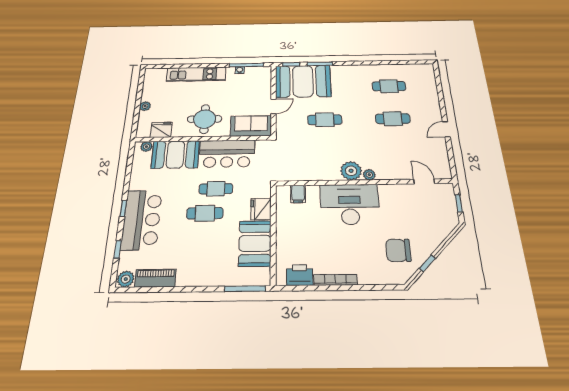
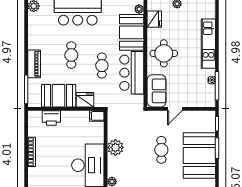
booth: (303, 81) -> (199, 156), moved
door: (274, 106) -> (175, 109), hinge flipped
plant: (351, 171) -> (115, 147), moved
filing cabinet: (298, 194) -> (97, 116), moved
cafe table: (205, 213) -> (71, 55), moved
printer: (300, 275) -> (51, 118), moved, turned 90
piano: (155, 278) -> (34, 64), moved

